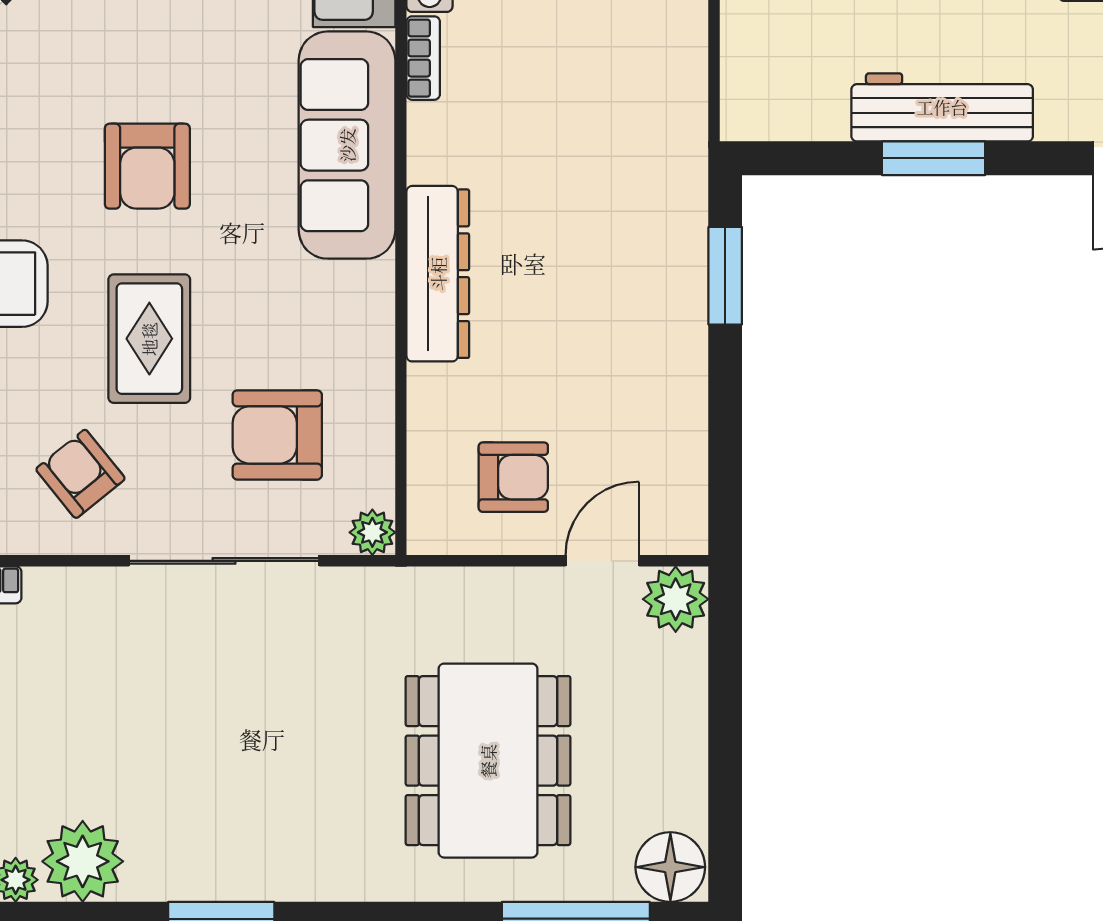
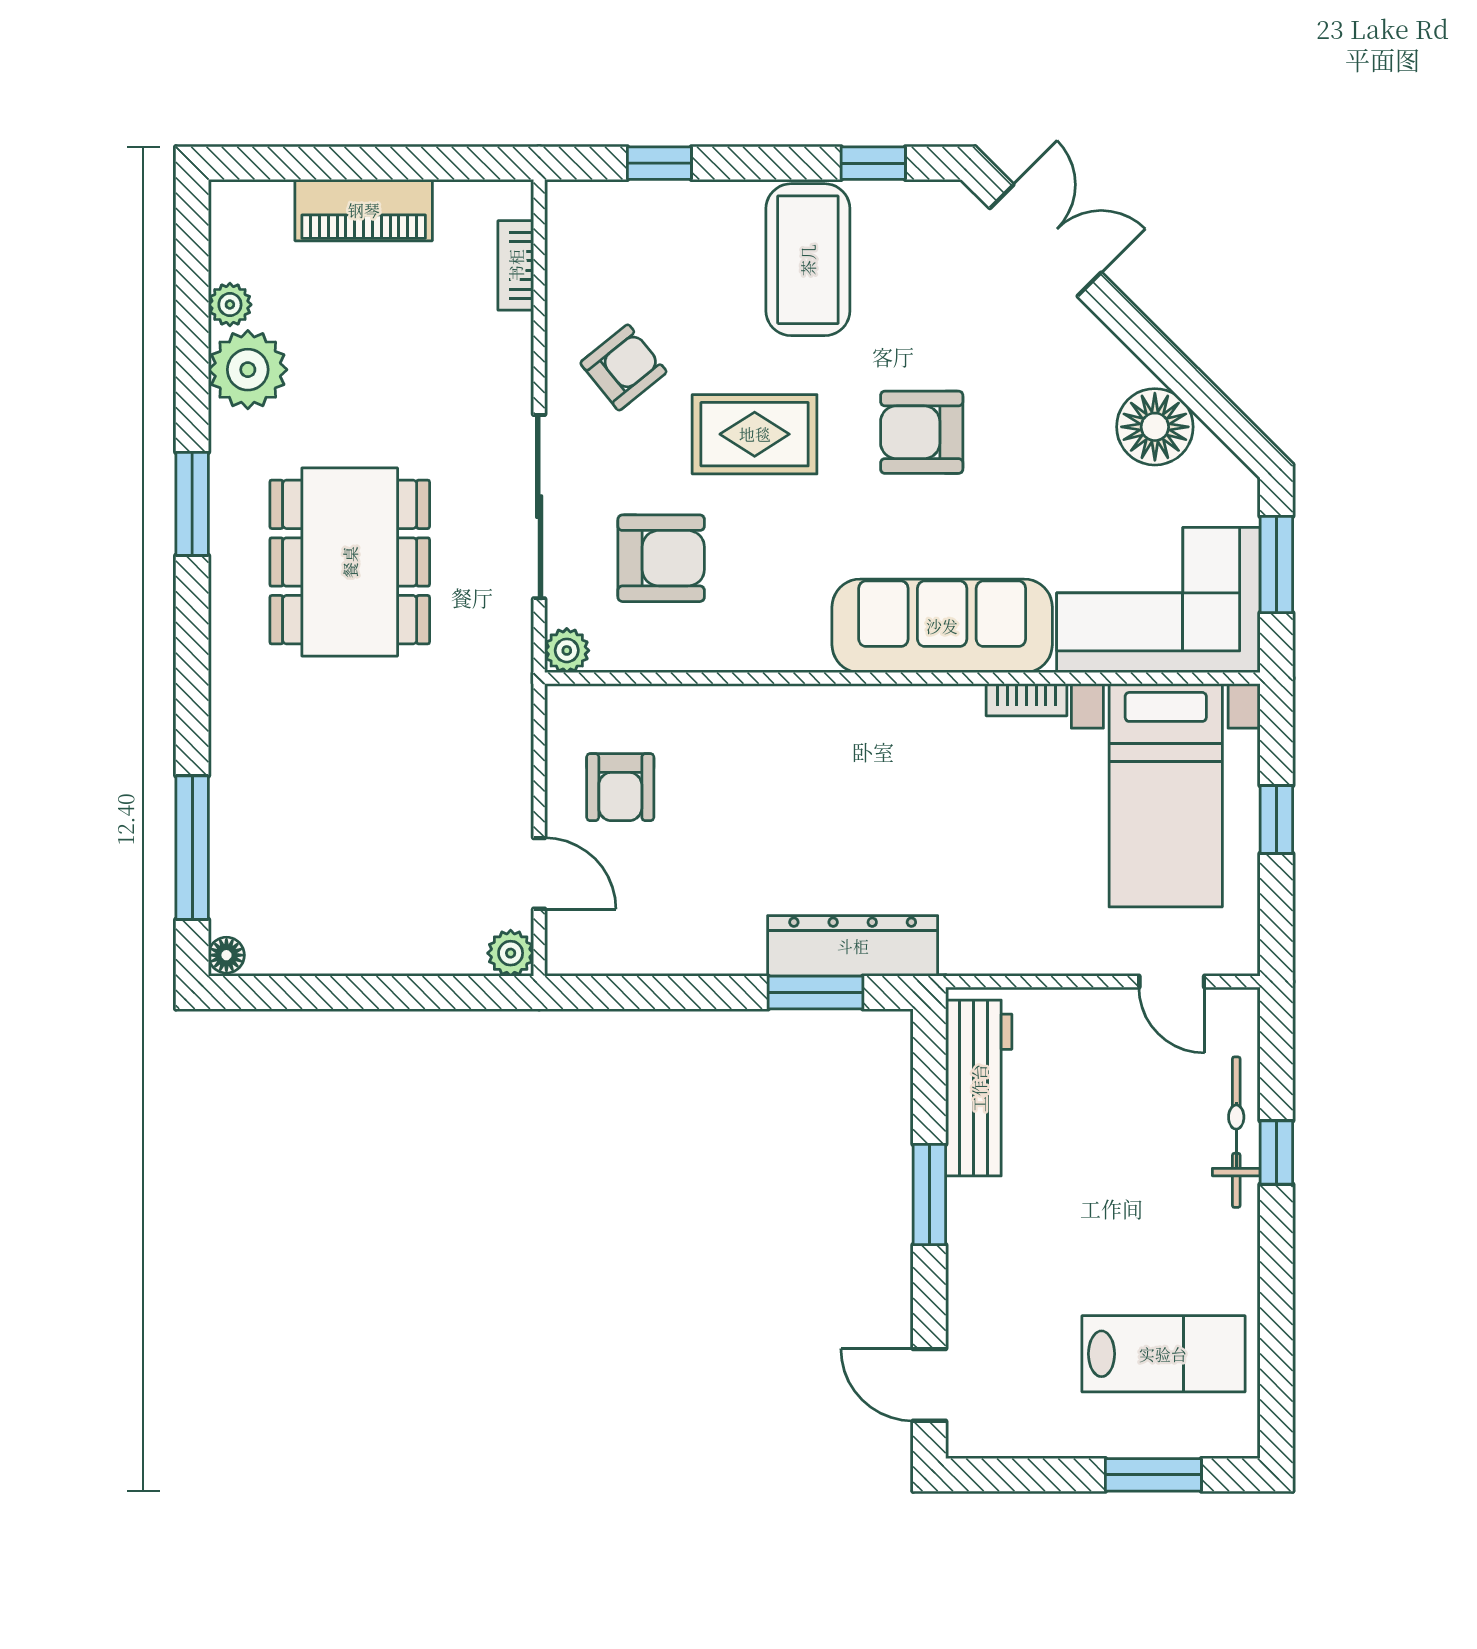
workbench: (942, 107) -> (979, 1088), moved
dresser: (438, 274) -> (853, 946), moved, turned 180
armchair: (277, 435) -> (661, 558), turned 90
plant: (676, 599) -> (511, 953), width x0.73, depth x0.73
dining table: (488, 761) -> (350, 562), moved, turned 90
floor lamp: (670, 867) -> (226, 955), width x0.53, depth x0.53

